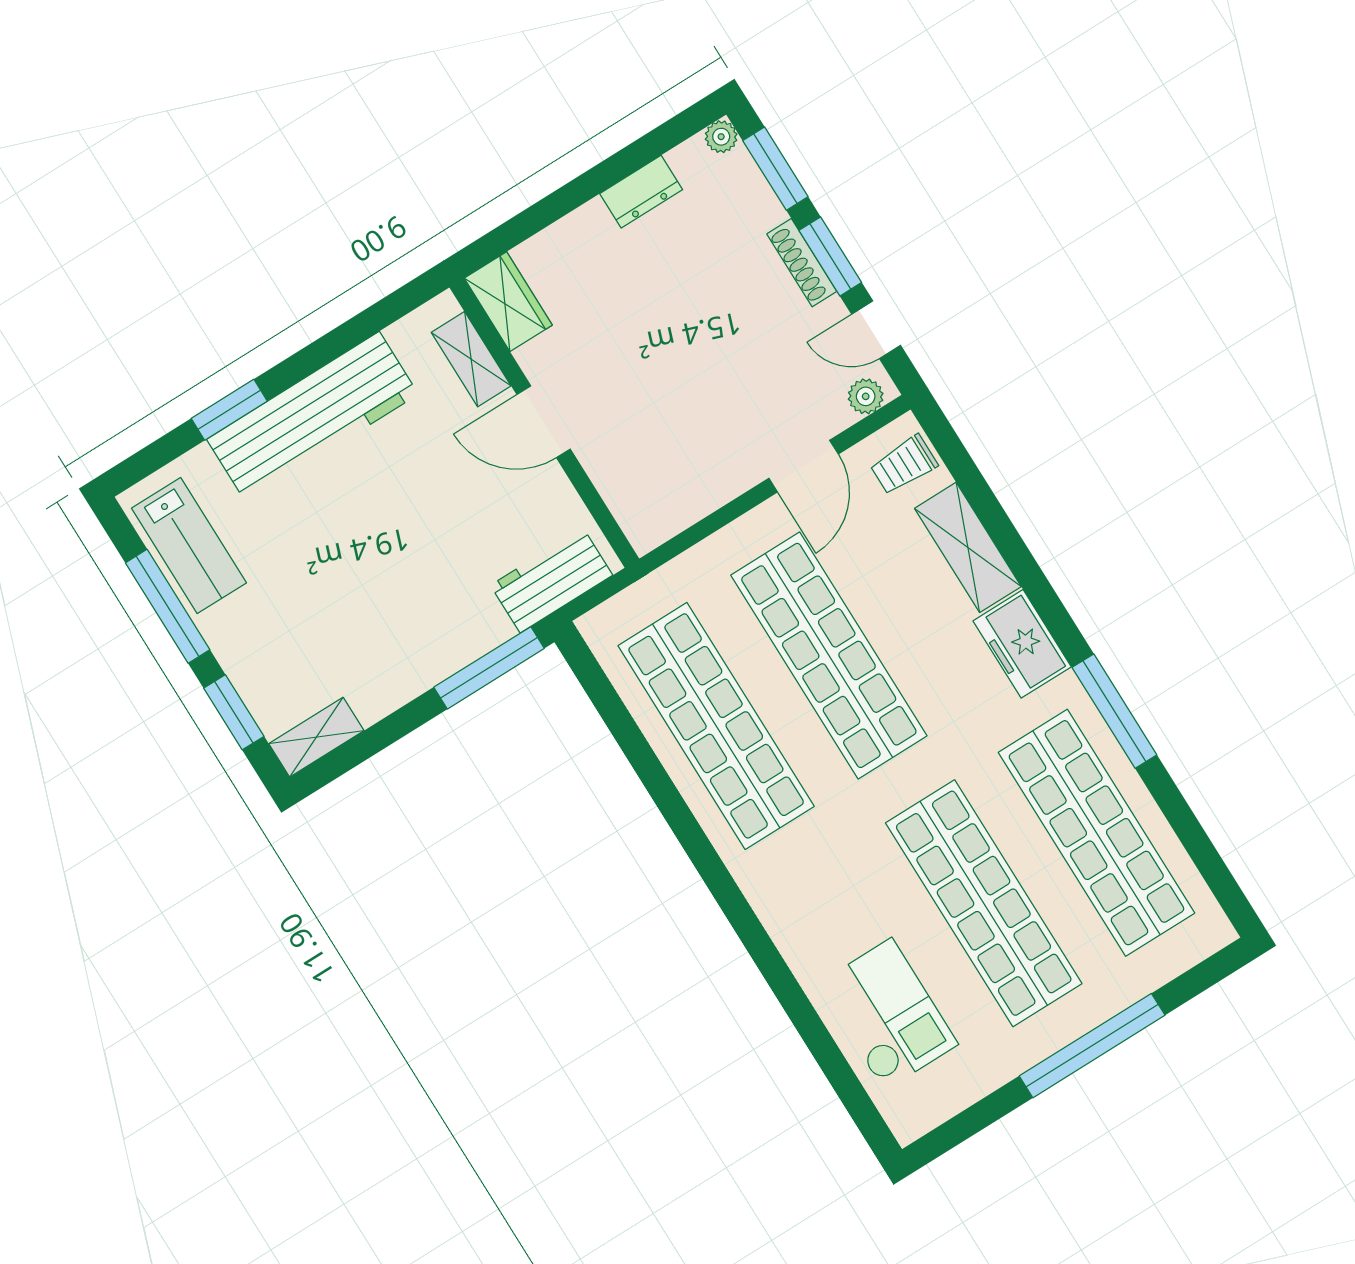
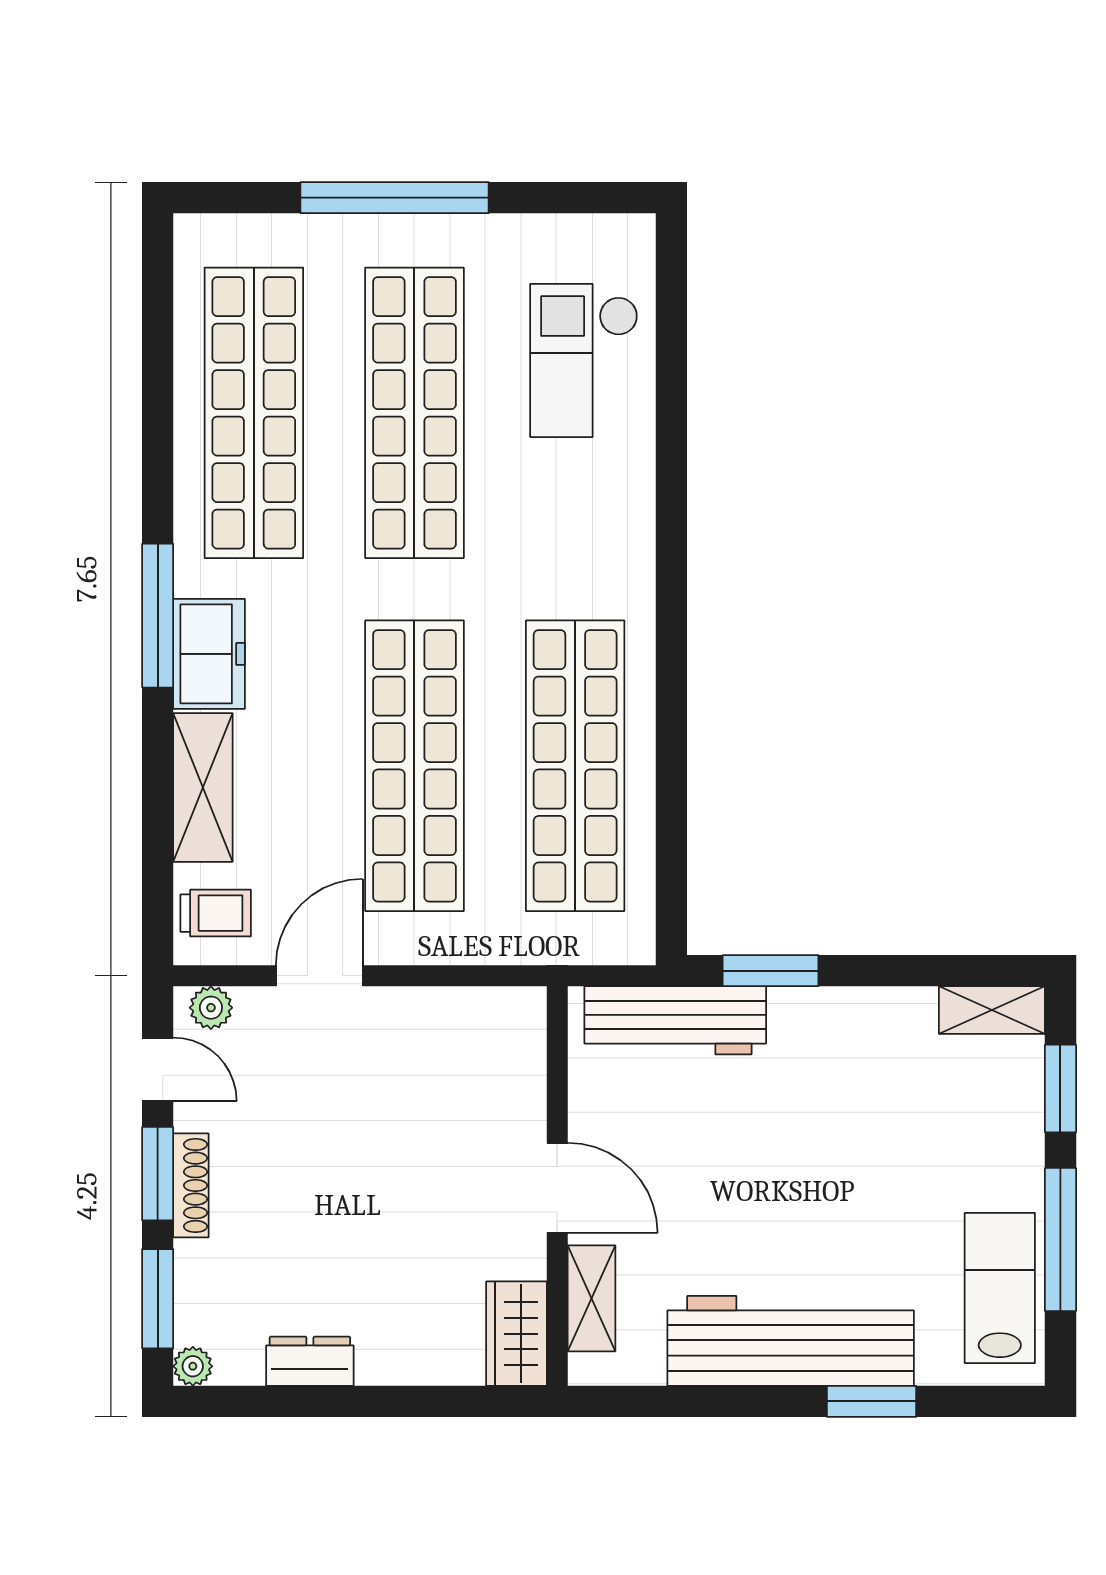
workbench: (552, 580) -> (675, 1020), width x1.38
window: (489, 668) -> (771, 971), width x0.69
window: (1114, 711) -> (158, 616), moved

